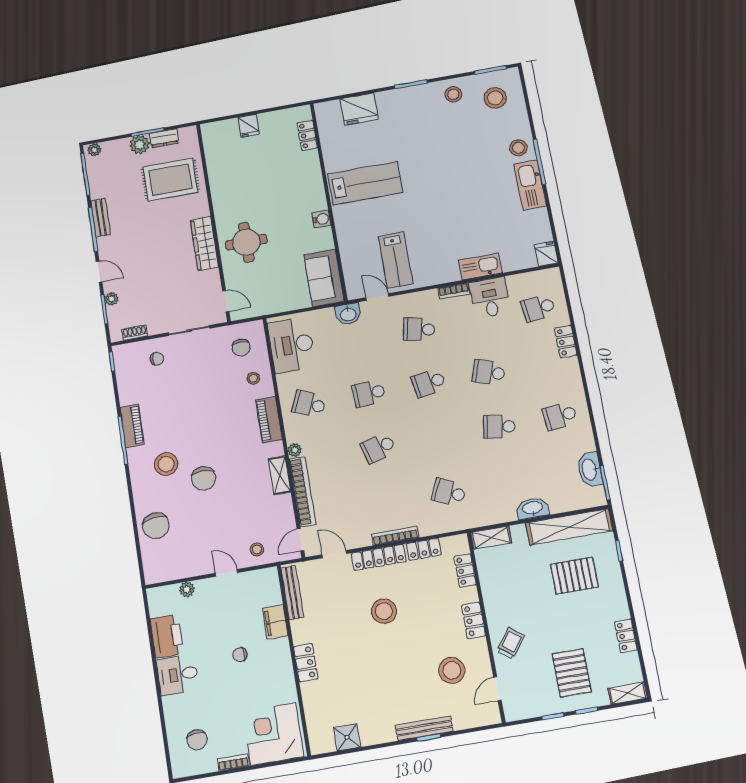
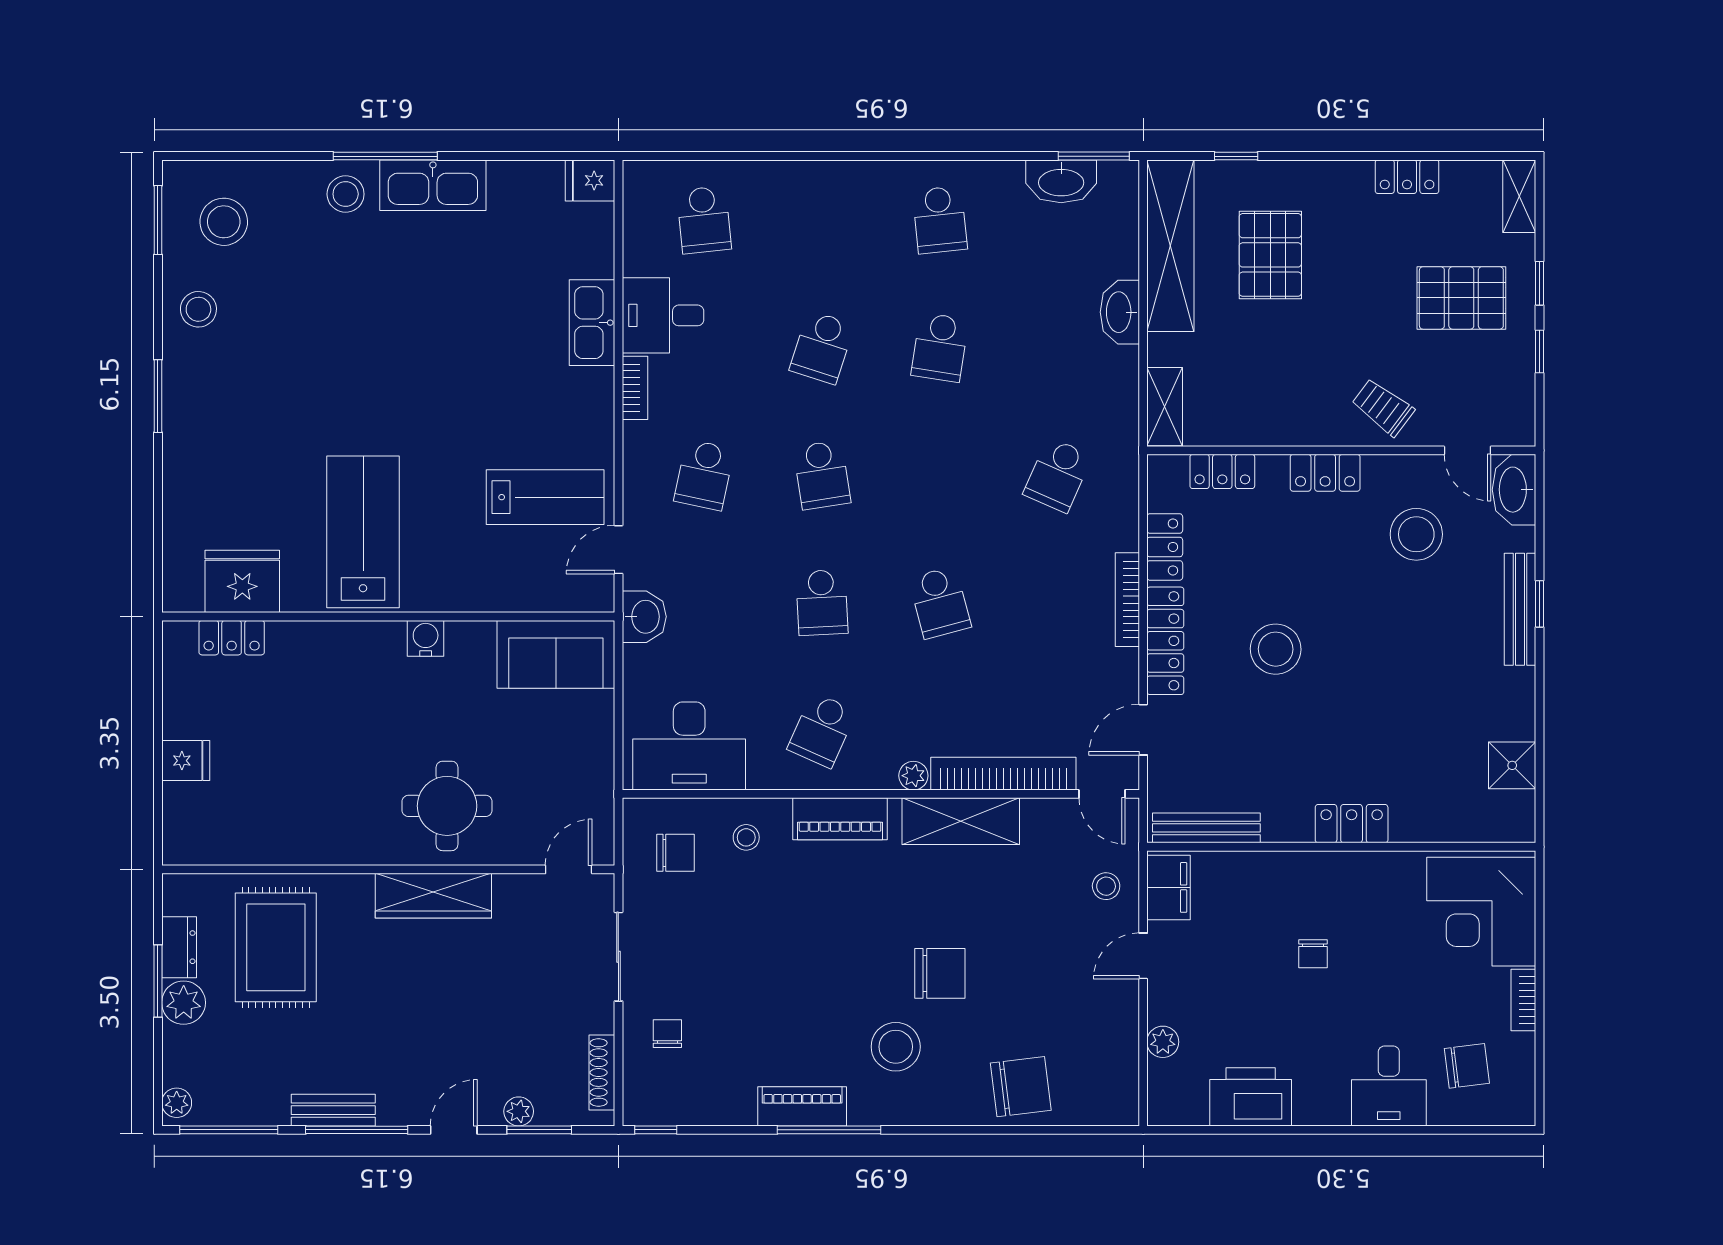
fridge: (359, 109) -> (242, 581), moved, turned -90
shoe rack: (135, 333) -> (602, 1072), width x1.43
locker: (566, 342) -> (786, 177), removed
shelving: (280, 475) -> (961, 821), width x1.50, depth x1.33
filing cabinet: (275, 622) -> (1169, 887), moved, turned -90
desk: (178, 675) -> (1389, 1086), moved
washbasin: (482, 715) -> (1514, 490), added

